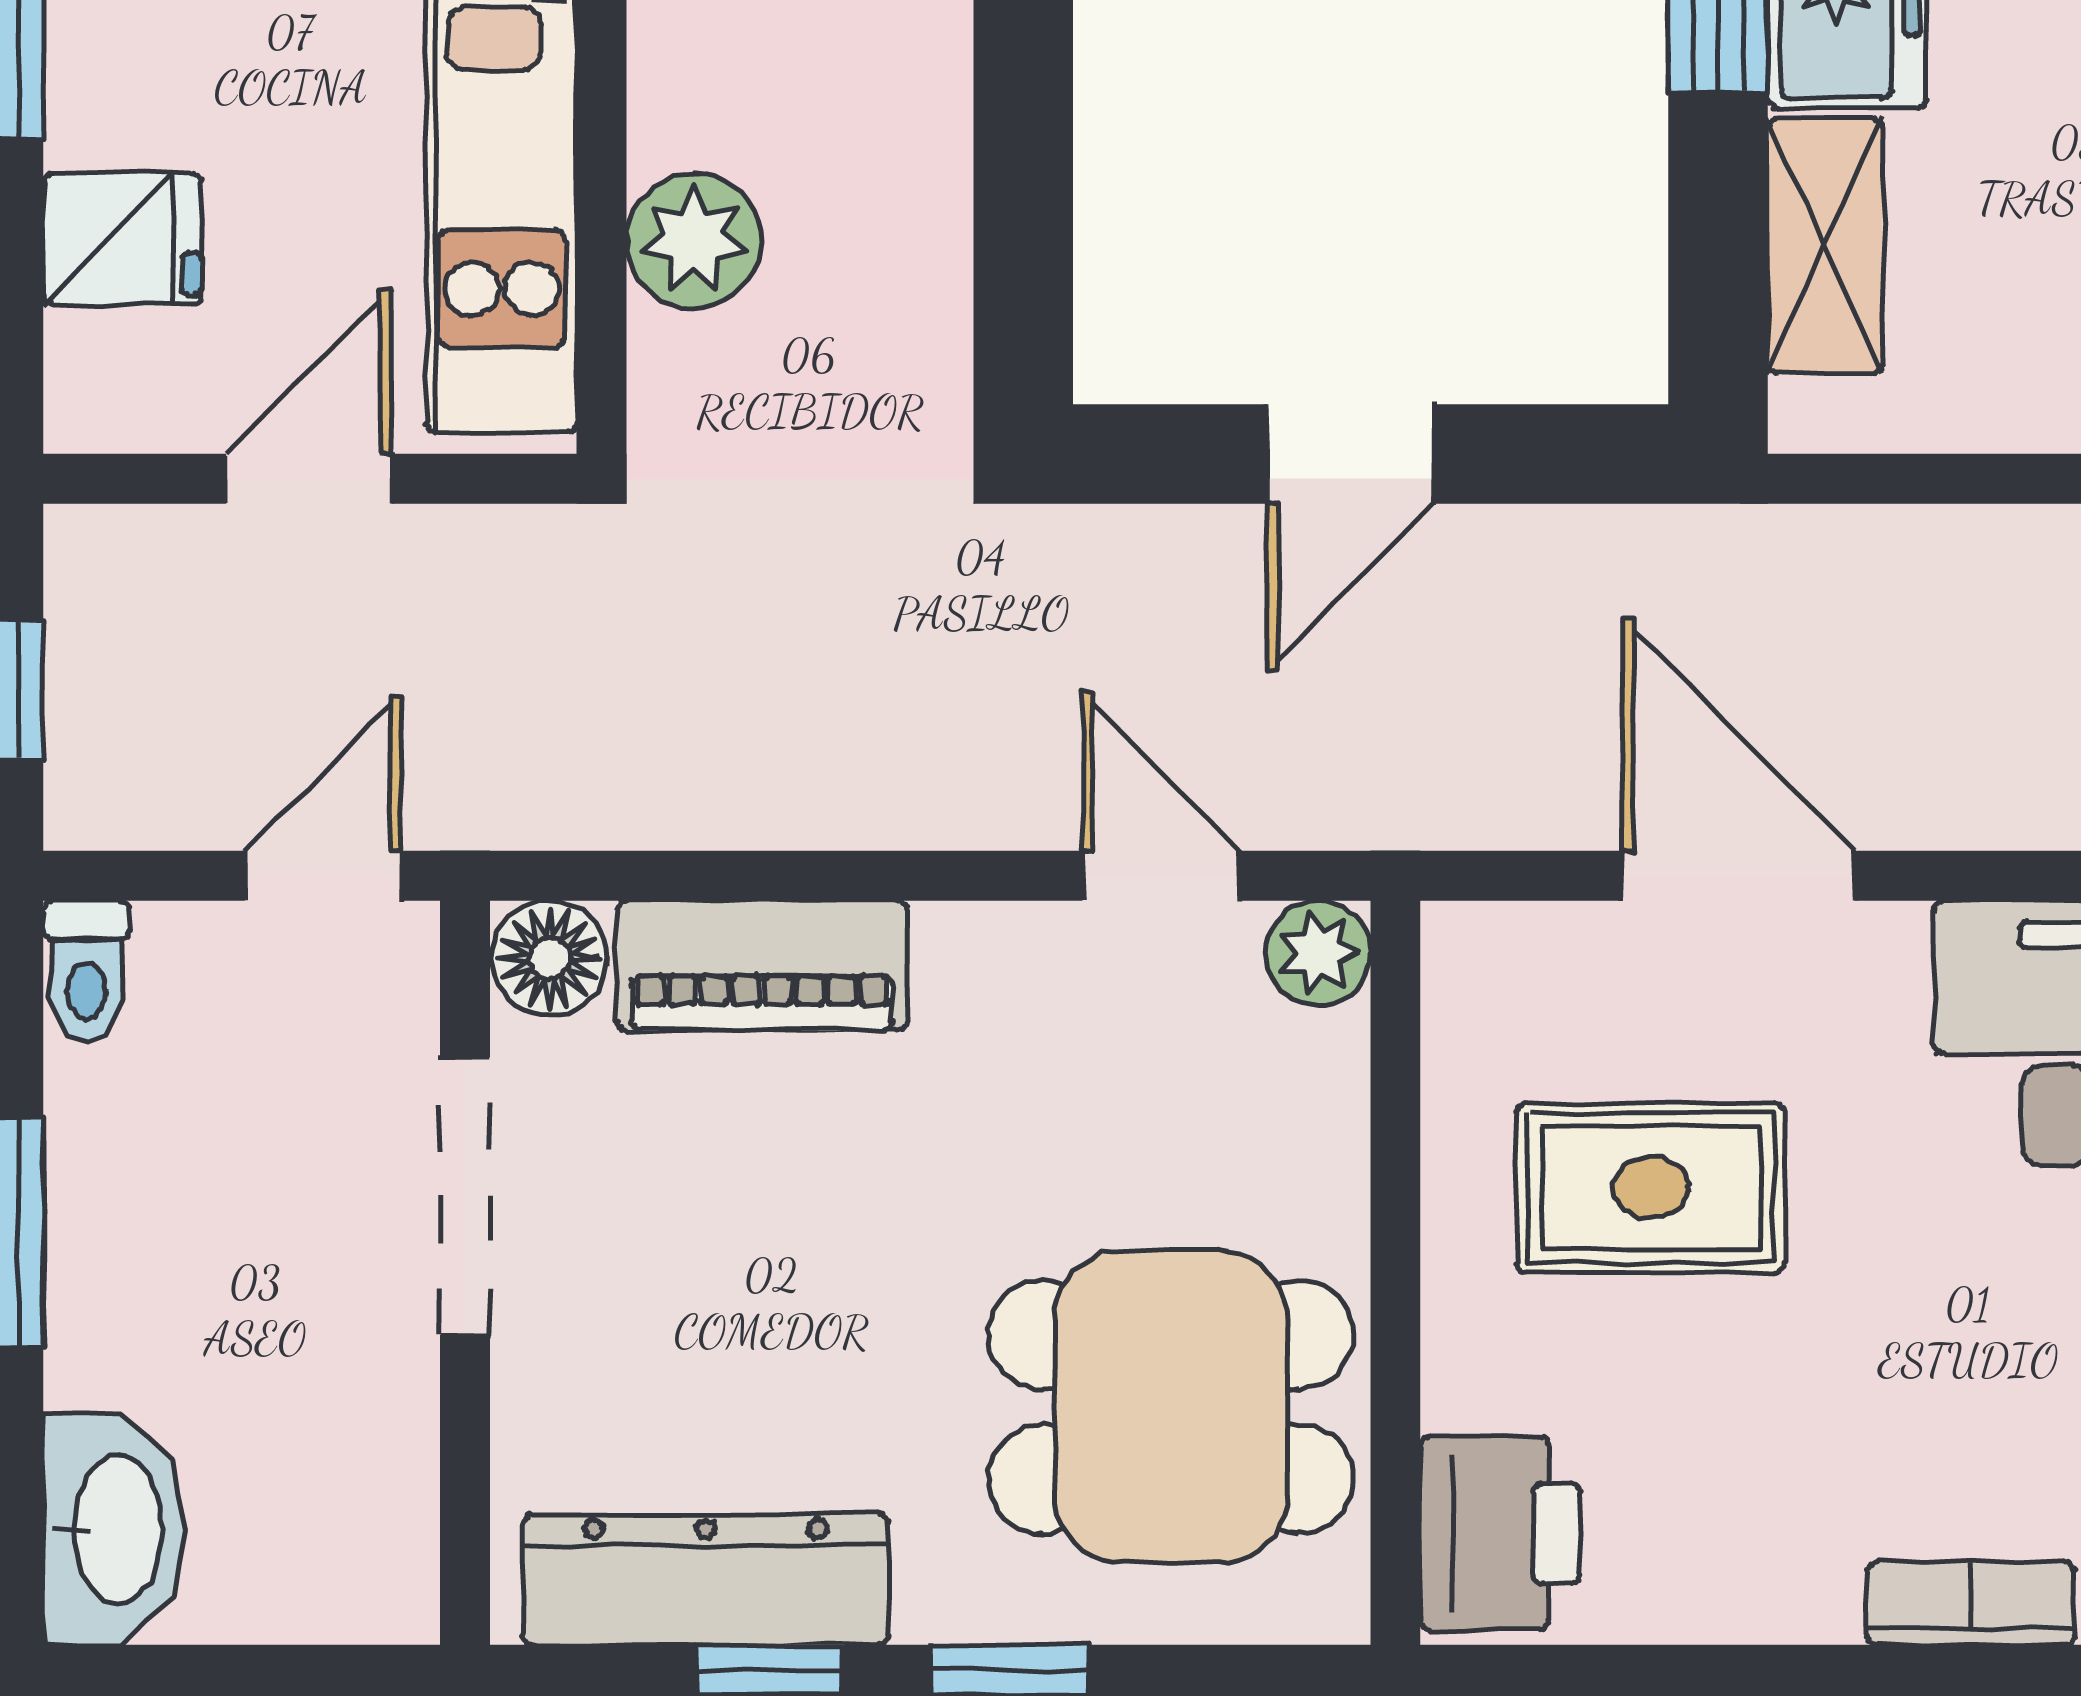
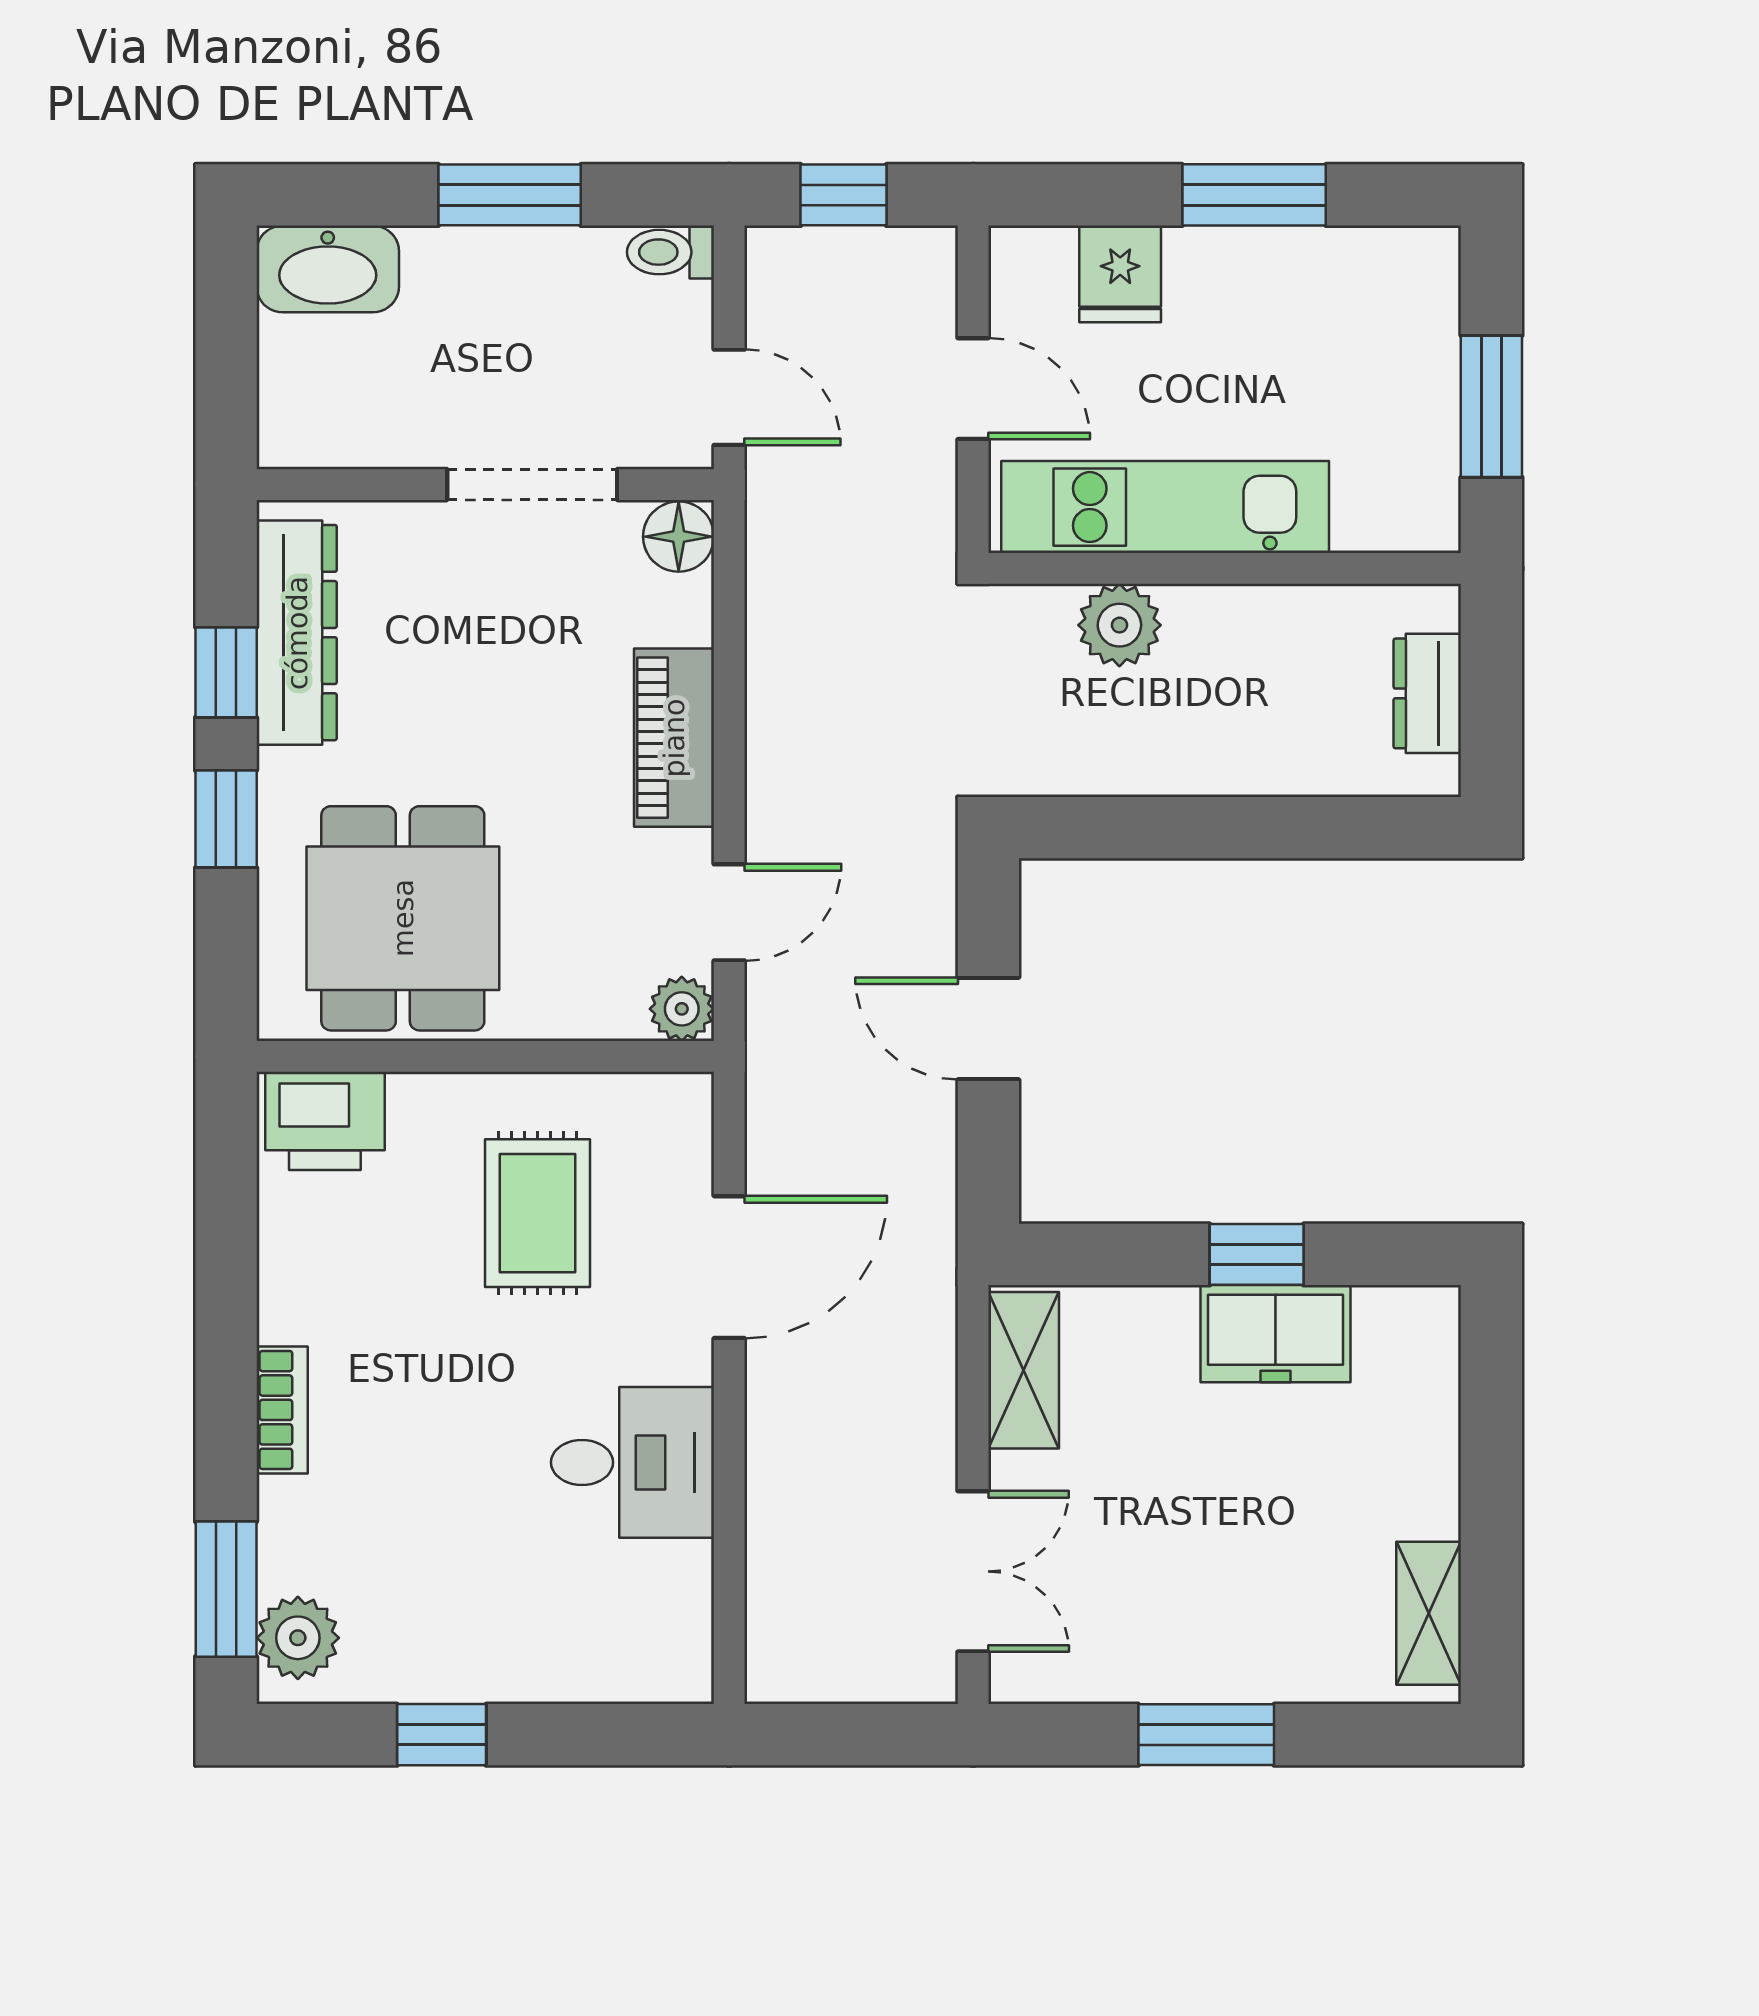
shelving: (1825, 246) -> (1024, 1370), moved, turned 90
piano: (762, 965) -> (674, 738), moved

